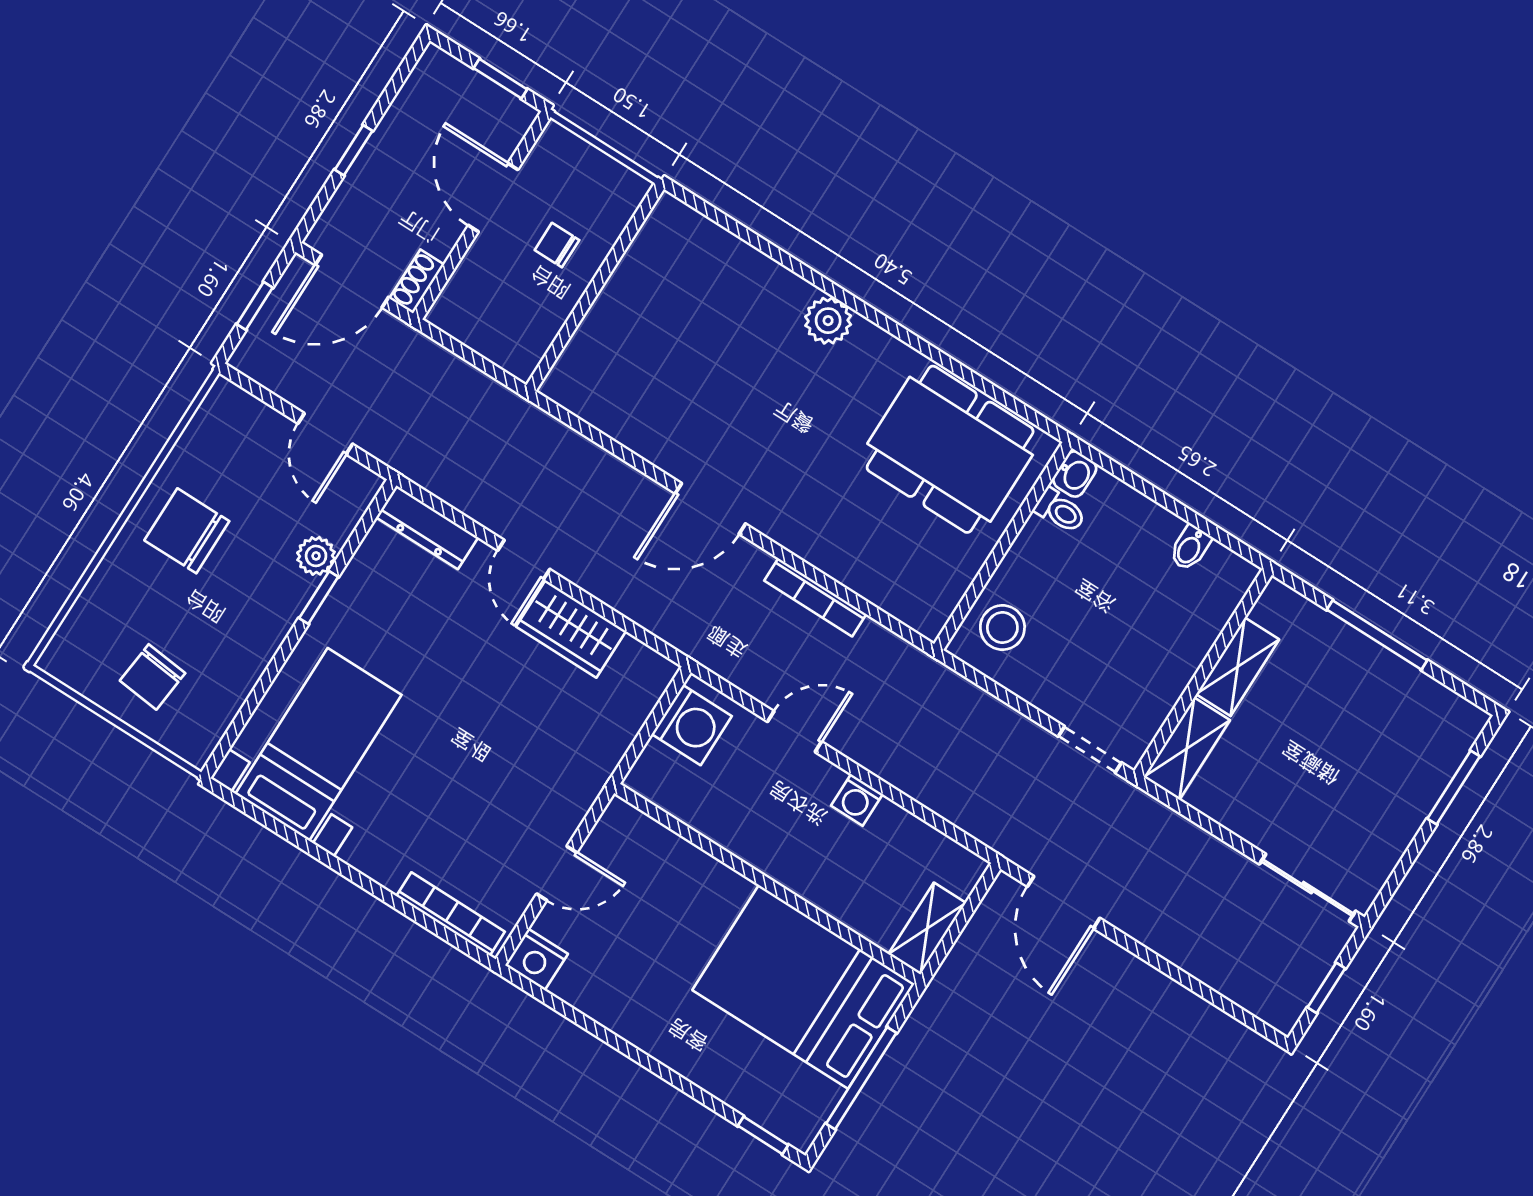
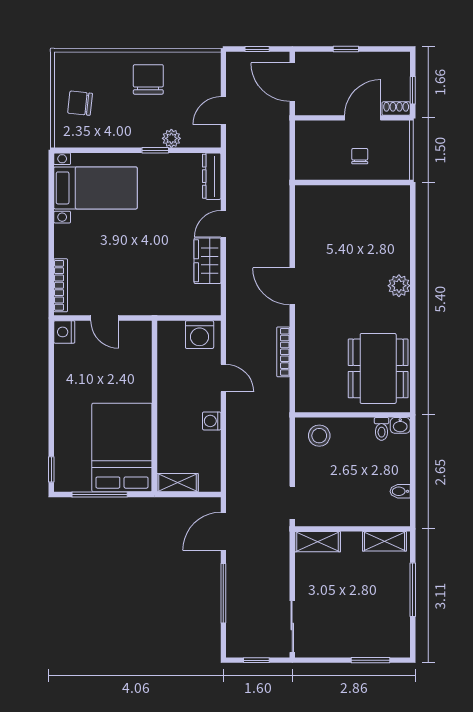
shoe rack: (417, 281) -> (396, 109), moved
shelving: (1238, 667) -> (384, 541), moved
window: (1172, 971) -> (223, 593), added

